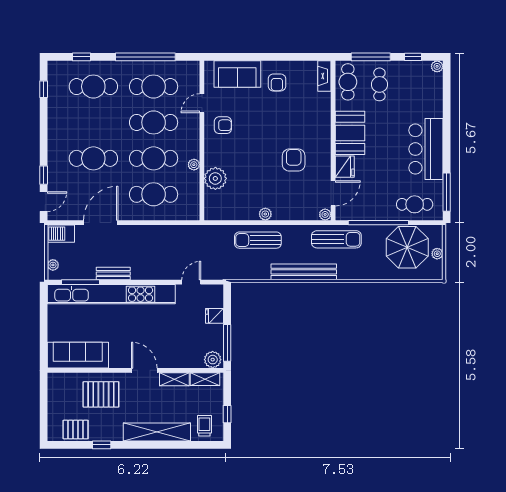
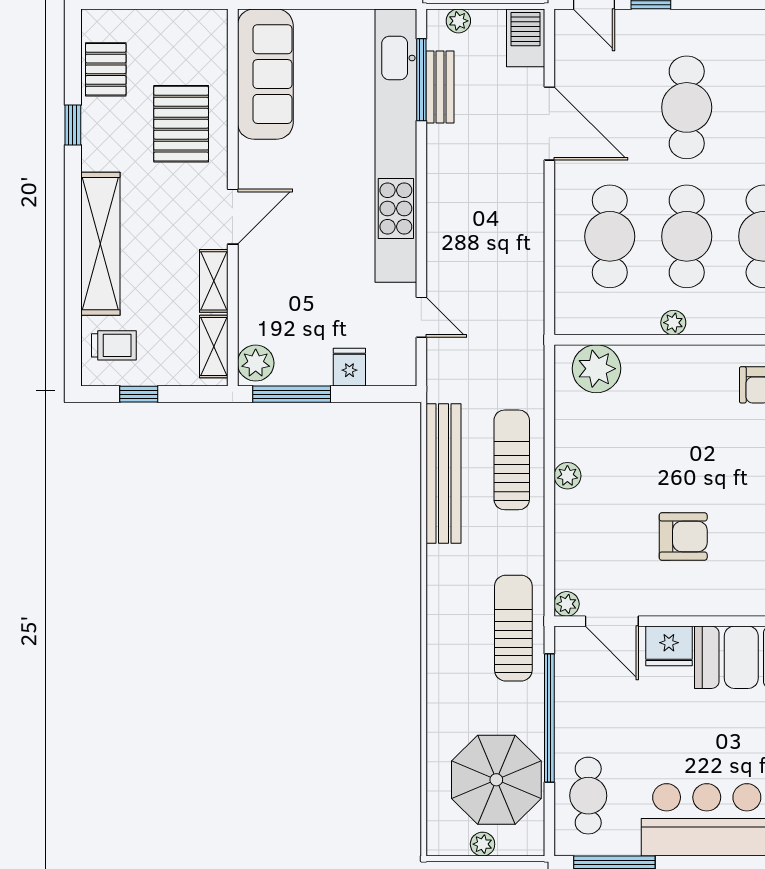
plant: (215, 178) -> (596, 369), moved
sun lounger: (336, 239) -> (513, 628), turned 180
bench: (304, 272) -> (444, 473), moved
bench: (113, 274) -> (440, 87), moved

